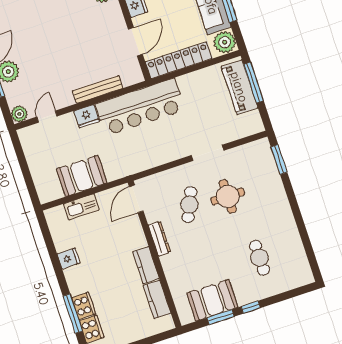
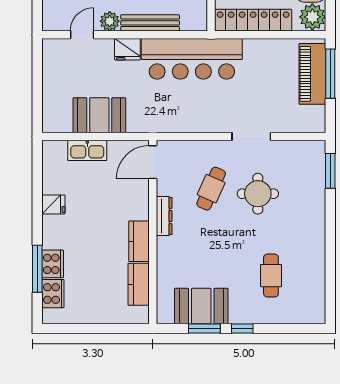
plant: (19, 114) -> (110, 21), moved

